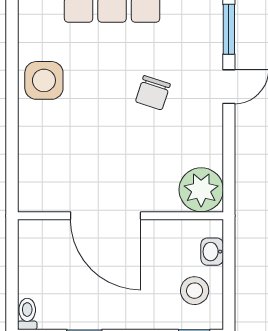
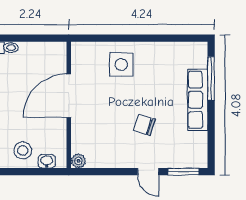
side table: (44, 80) -> (121, 65), moved
plant: (201, 190) -> (78, 161), width x0.53, depth x0.53

